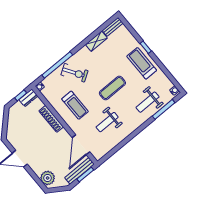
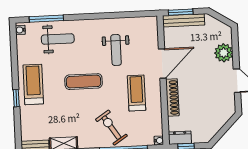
treadmill: (142, 63) -> (33, 84), turned 180
weight bench: (107, 122) -> (116, 50), turned 90
door: (81, 145) -> (162, 64), moved
plant: (48, 178) -> (224, 53), moved

